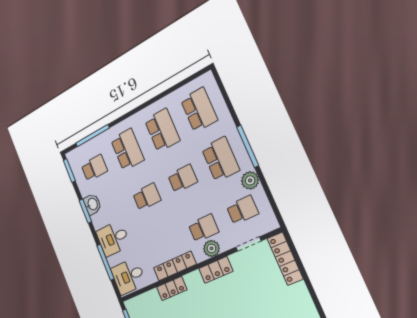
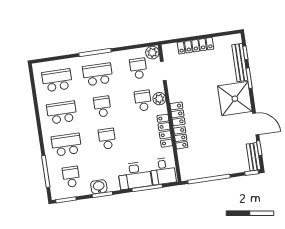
plant: (250, 180) -> (152, 53), moved
desk: (113, 239) -> (135, 175), width x1.37
locker: (285, 259) -> (196, 46), moved
locker: (216, 270) -> (178, 114), moved

